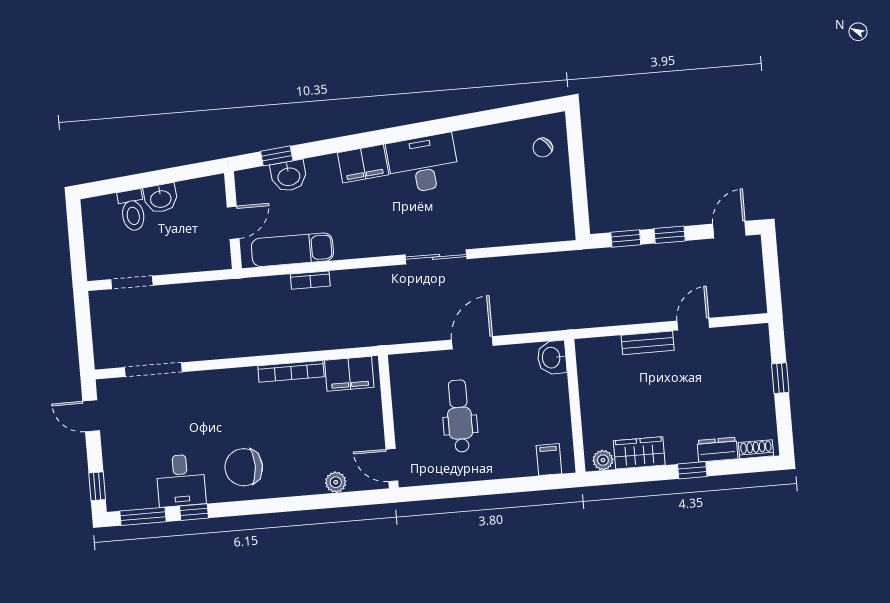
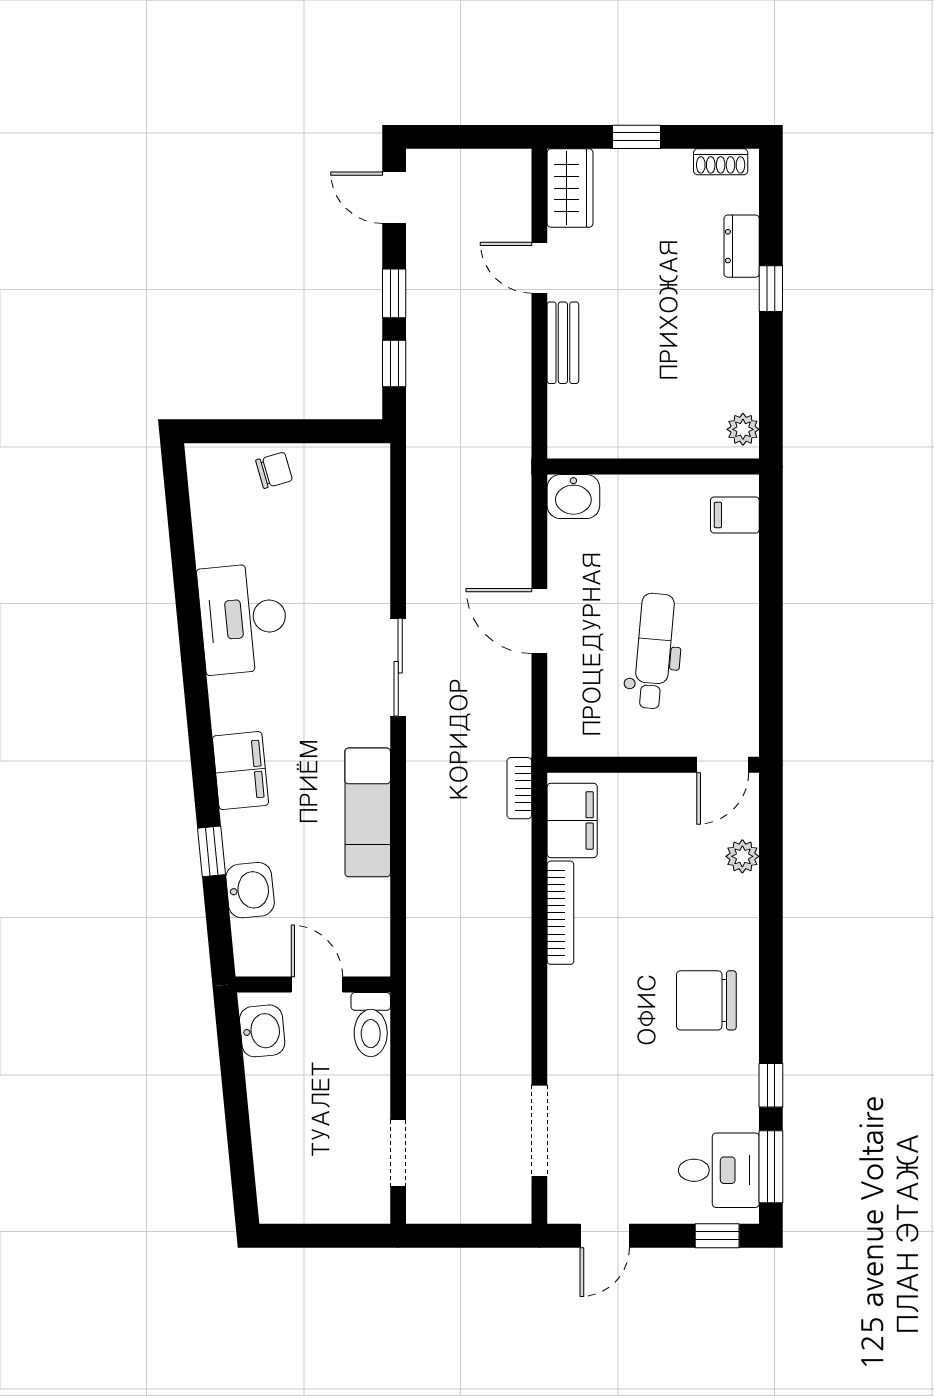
chair: (543, 148) -> (274, 470), moved, turned -65
window: (277, 156) -> (212, 851), moved
desk: (423, 164) -> (243, 619), moved
washbasin: (161, 198) -> (262, 1031), moved
toilet: (132, 210) -> (371, 1025), moved, turned 96
exam couch: (292, 250) -> (368, 812), moved
bookcase: (310, 280) -> (519, 788), moved, turned 180
dental chair: (460, 416) -> (654, 651), turned 95
shoe rack: (756, 449) -> (721, 162), moved, turned -90
wardrobe: (639, 453) -> (570, 188), moved, turned 180
chair: (244, 467) -> (706, 1000), turned 90
desk: (181, 480) -> (719, 1170), moved

